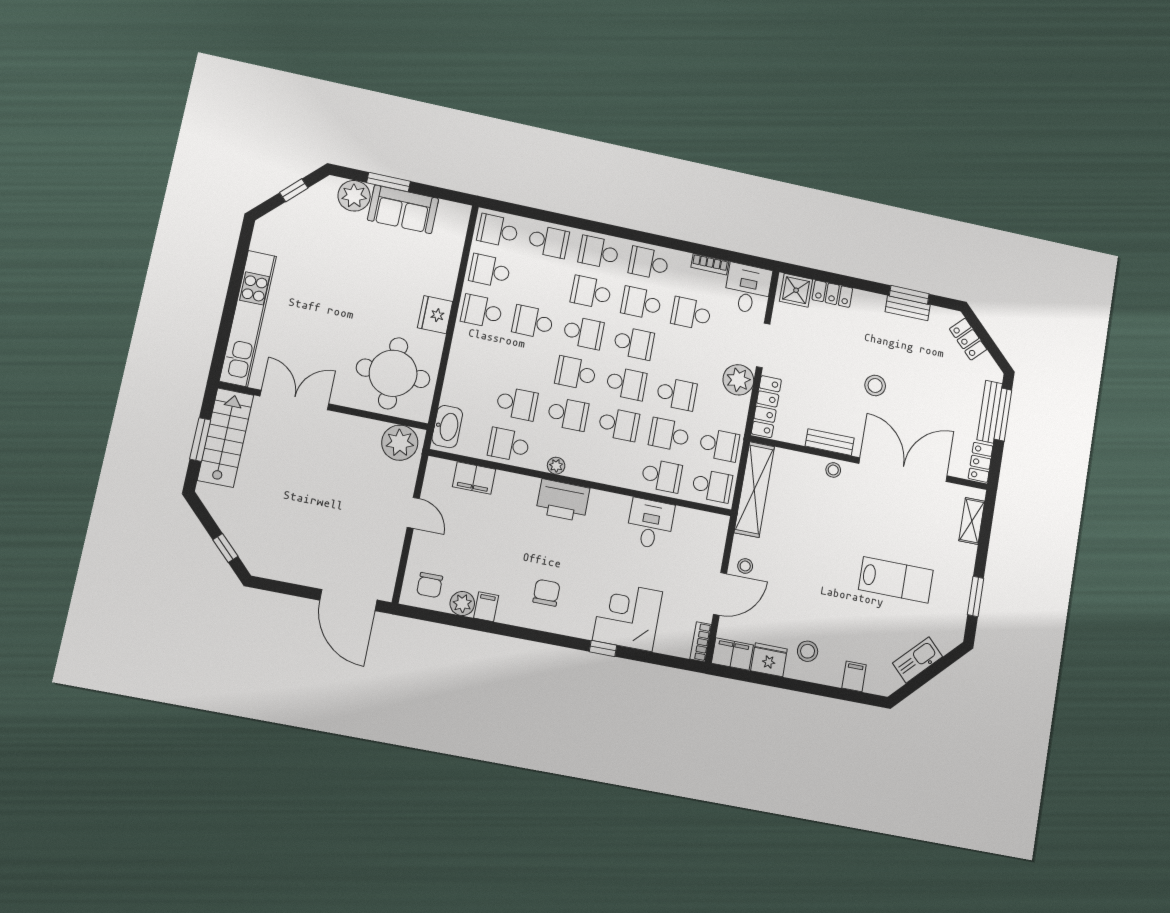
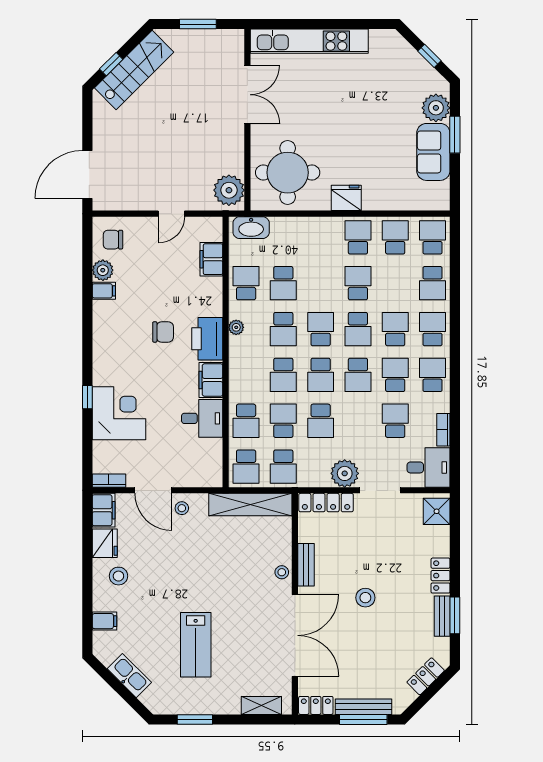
locker: (832, 294) -> (441, 576), moved
stairs: (225, 438) -> (134, 70), moved, turned -45
filing cabinet: (609, 506) -> (211, 380), added
chair: (546, 593) -> (163, 332), moved

